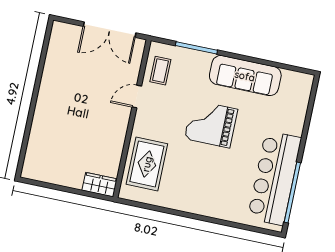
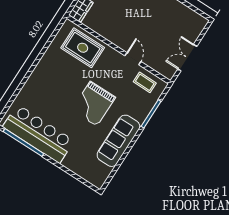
double door: (110, 30) -> (187, 58), width x0.73
grand piano: (211, 124) -> (94, 104), turned 180

